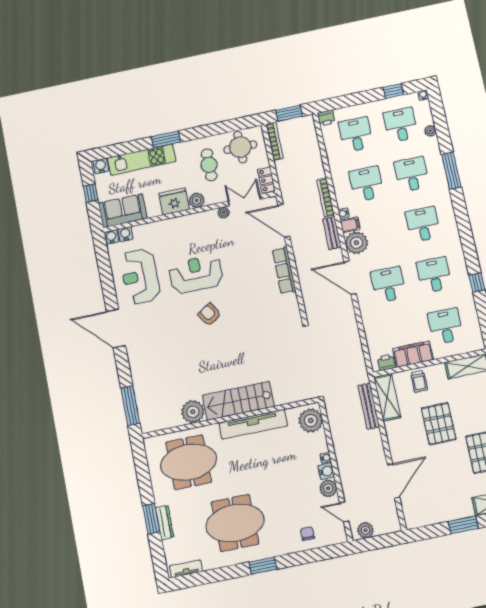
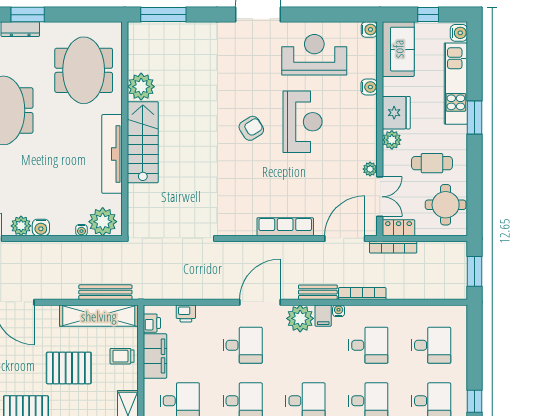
printer: (326, 118) -> (186, 313), moved, turned -90
bookcase: (275, 141) -> (393, 247), moved
water cooler: (125, 234) -> (369, 87), moved
shelving: (387, 397) -> (99, 316), width x1.47
water cooler: (326, 458) -> (81, 230), moved

